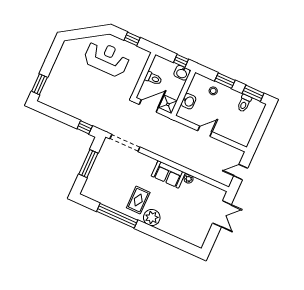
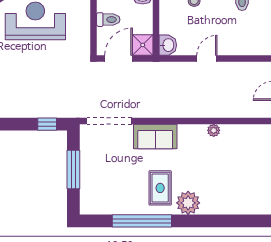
washbasin: (189, 101) -> (168, 45), moved
sofa: (168, 174) -> (155, 136), moved

